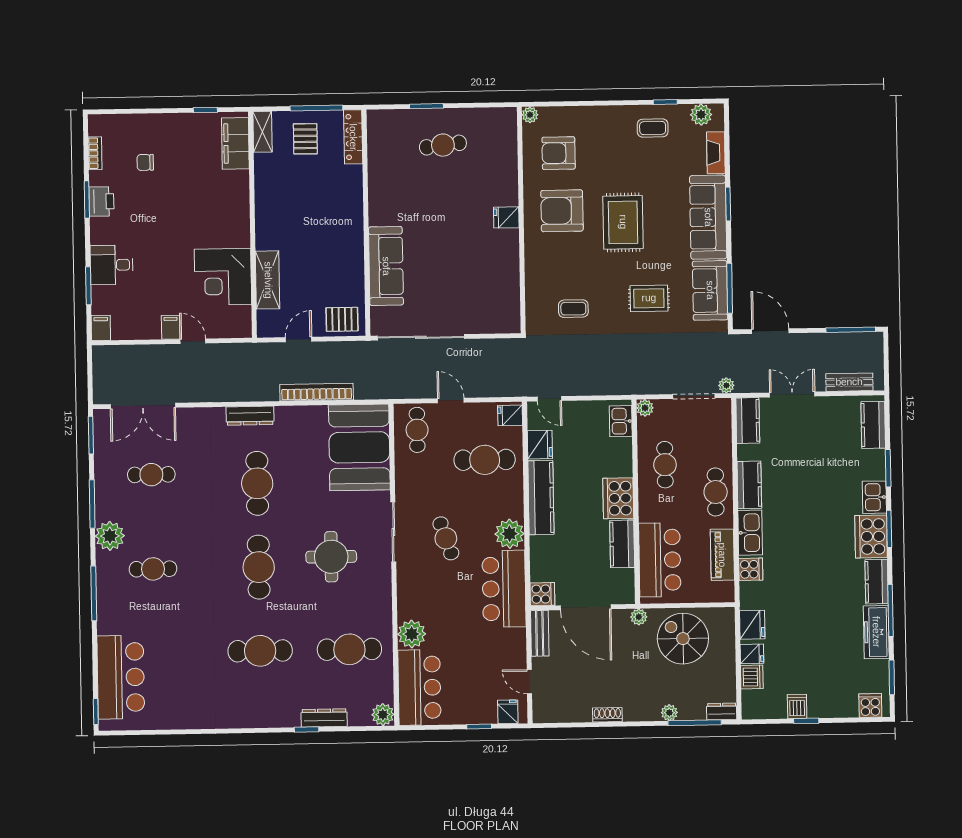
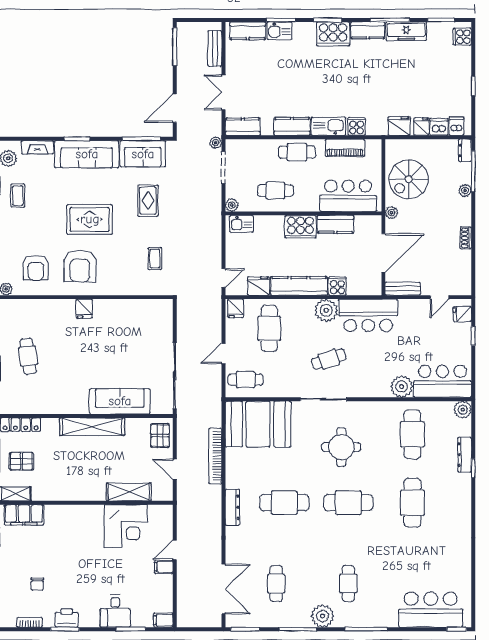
shelving: (352, 231) -> (92, 427), added
kitchen sink: (874, 497) -> (279, 31), moved
cooker: (542, 594) -> (337, 286), moved
dishwasher: (797, 706) -> (456, 126), moved, turned 90

